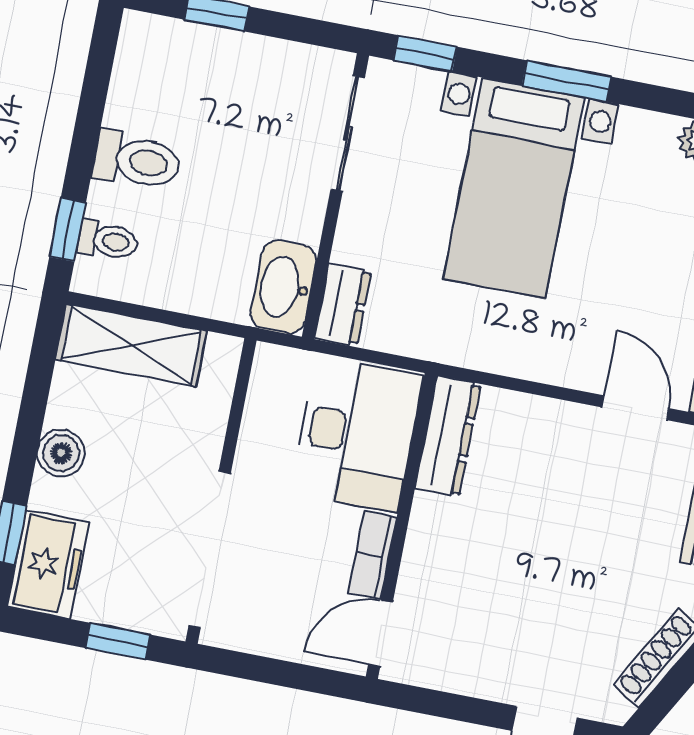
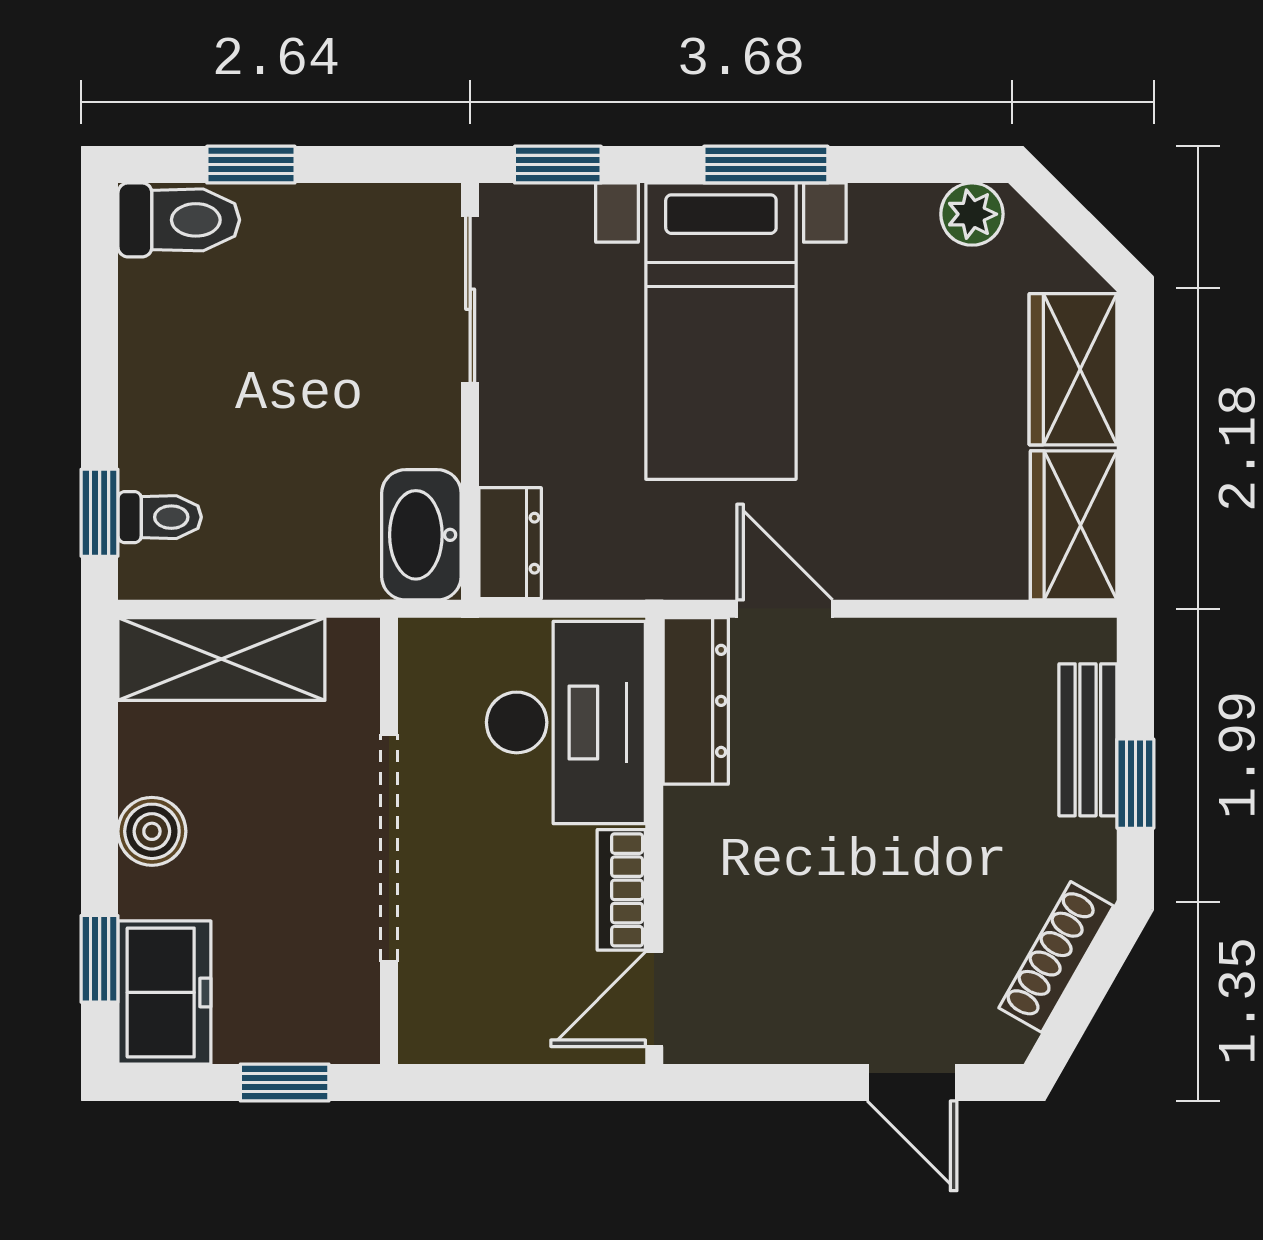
toilet: (137, 161) -> (179, 220), moved
door: (635, 408) -> (785, 609), moved
doorway: (210, 550) -> (389, 848), moved

